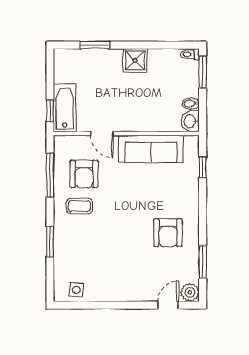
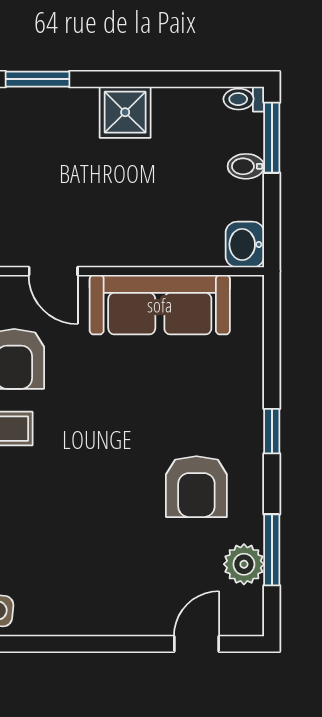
bidet: (191, 104) -> (246, 166), moved
window: (203, 167) -> (272, 431), moved
plant: (190, 292) -> (244, 564), moved

